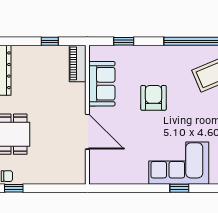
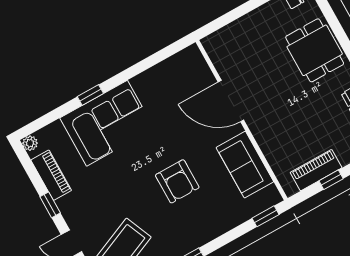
window: (124, 41) -> (265, 216), moved
piano: (78, 63) -> (316, 170), moved, turned -90

